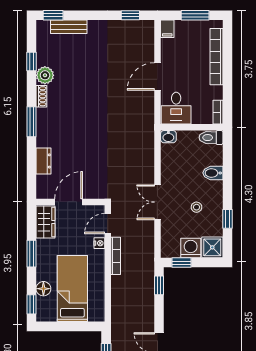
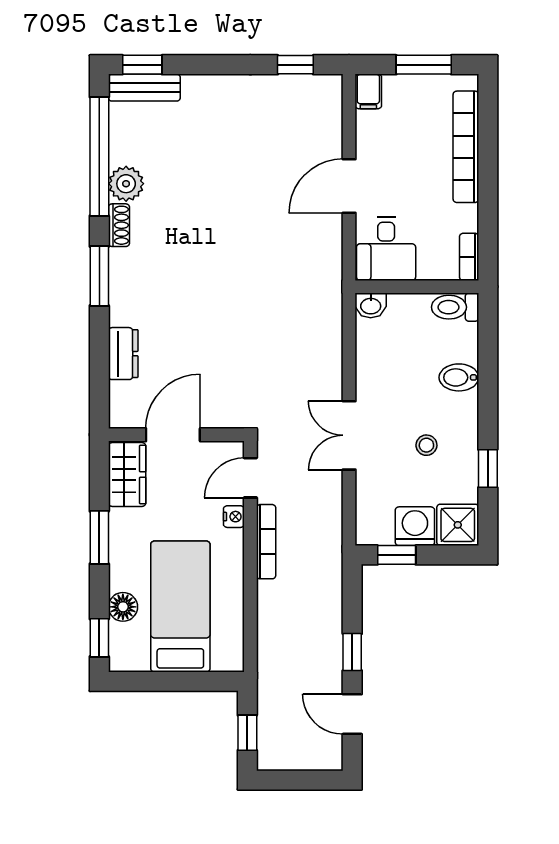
bench: (69, 27) -> (144, 88), moved
window: (31, 62) -> (99, 156), width x3.17
window: (159, 285) -> (352, 652), moved

